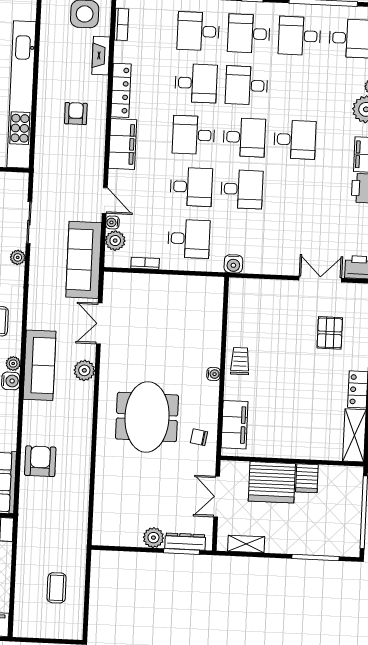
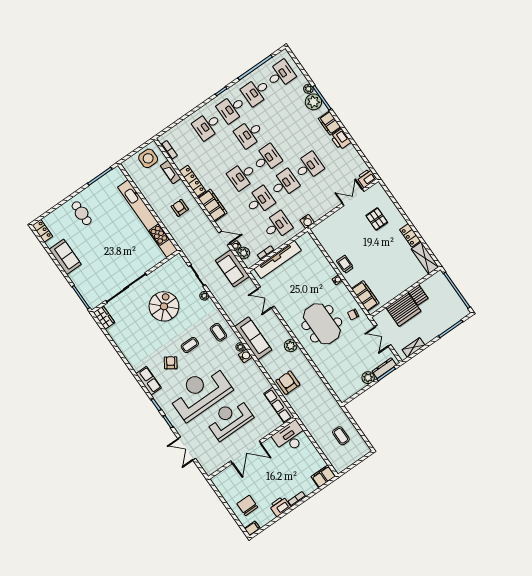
desk: (196, 83) -> (225, 151), removed
desk: (295, 140) -> (309, 166), moved
sofa: (84, 260) -> (232, 268), width x0.73
tv unit: (154, 285) -> (278, 259), added
plant: (84, 370) -> (291, 346), moved

